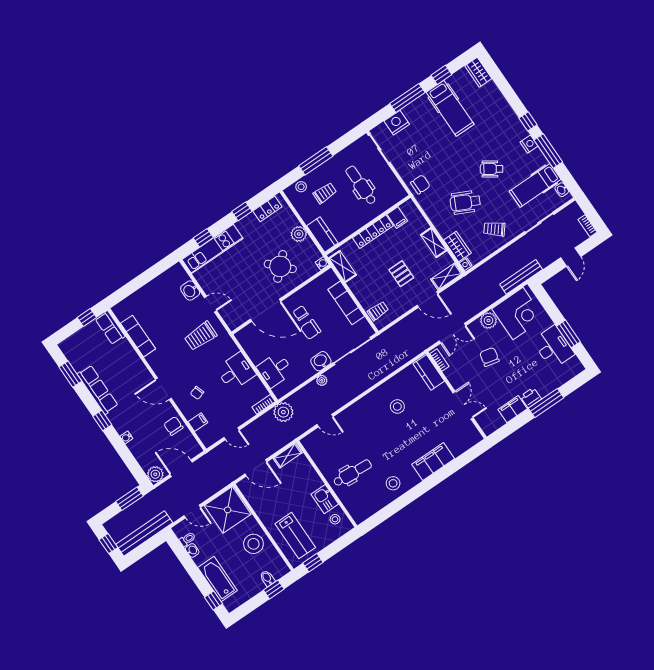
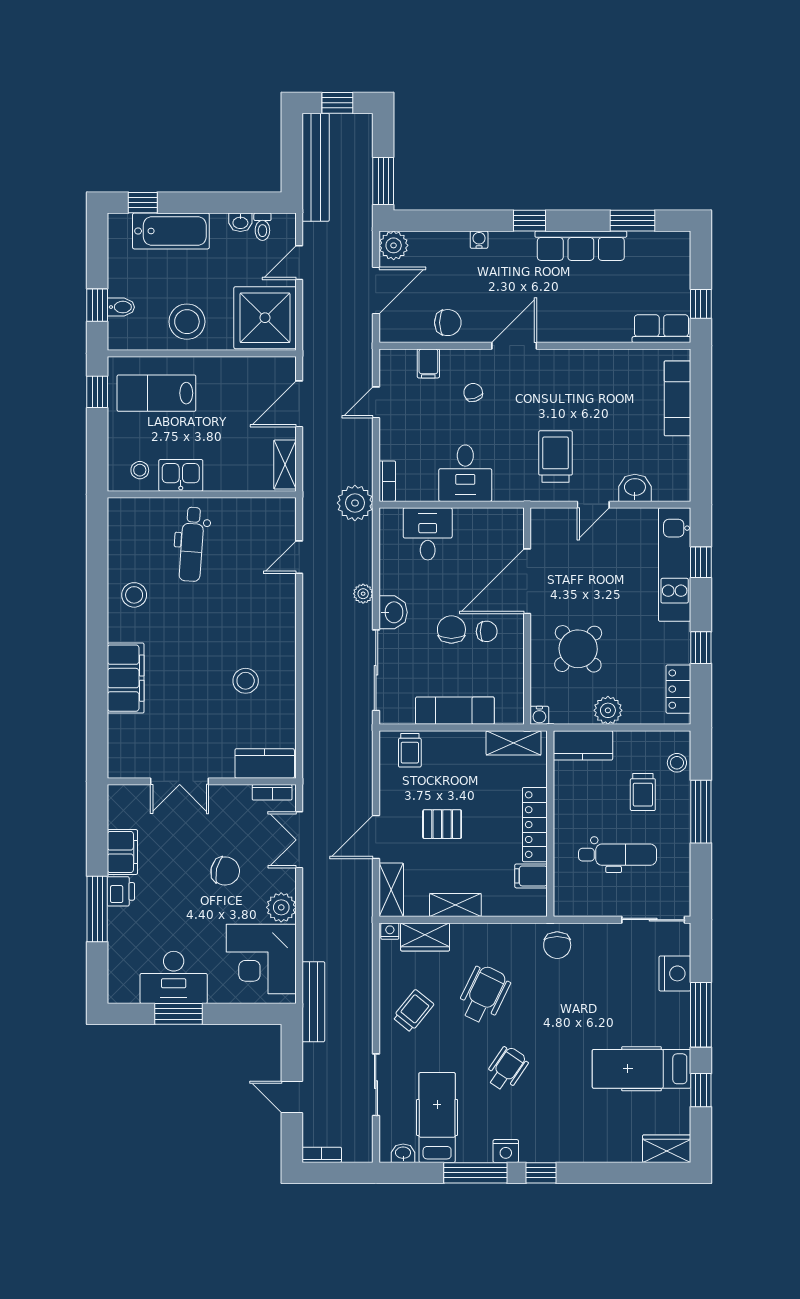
exam couch: (138, 336) -> (677, 398), moved, turned 90

